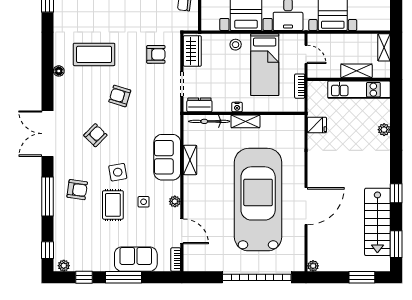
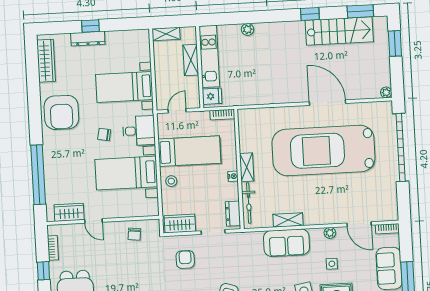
bookcase: (300, 86) -> (222, 115), moved
fridge: (317, 125) -> (212, 96), moved, turned 90
door: (182, 231) -> (359, 224), swing flipped

